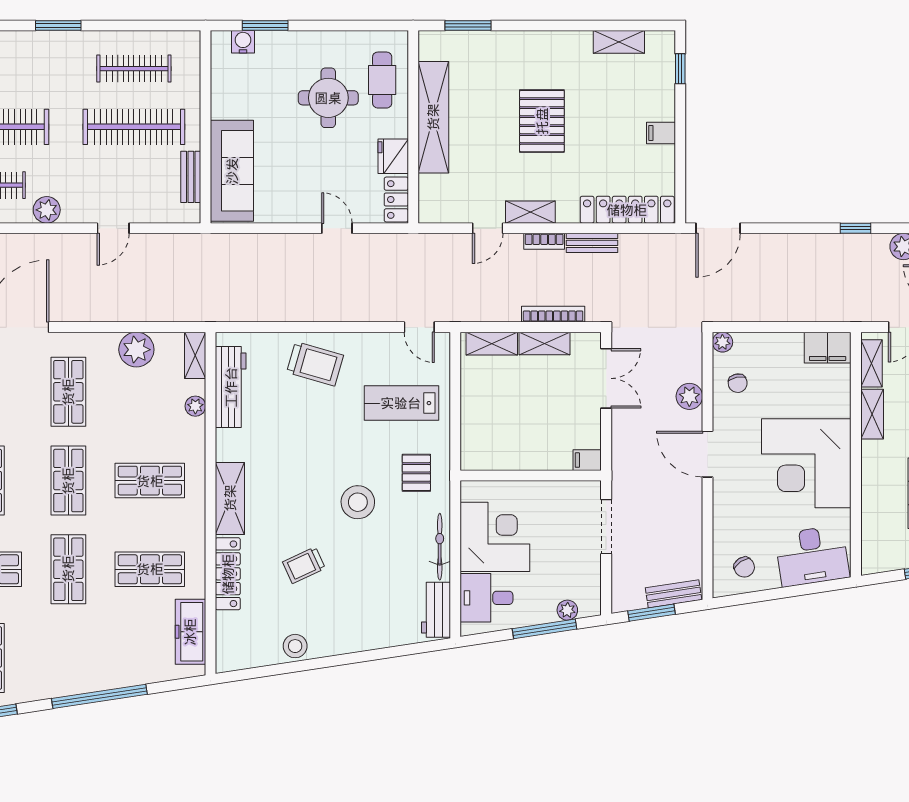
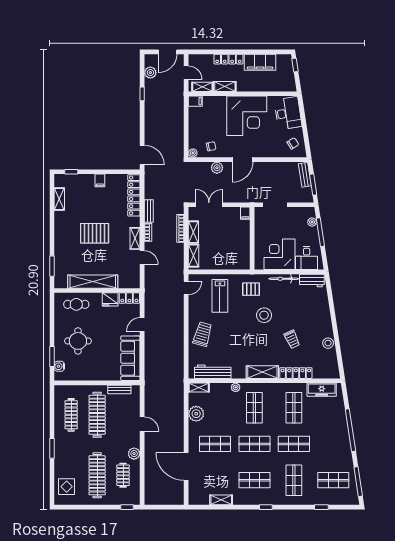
round table: (328, 98) -> (78, 341), moved
sofa: (232, 171) -> (130, 358), moved, turned -90
filing cabinet: (828, 348) -> (195, 101), width x0.50
plant: (195, 406) -> (236, 387), moved

